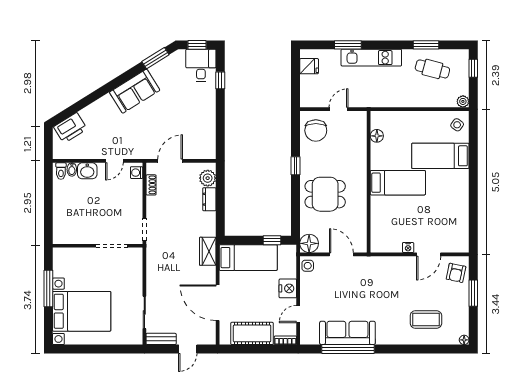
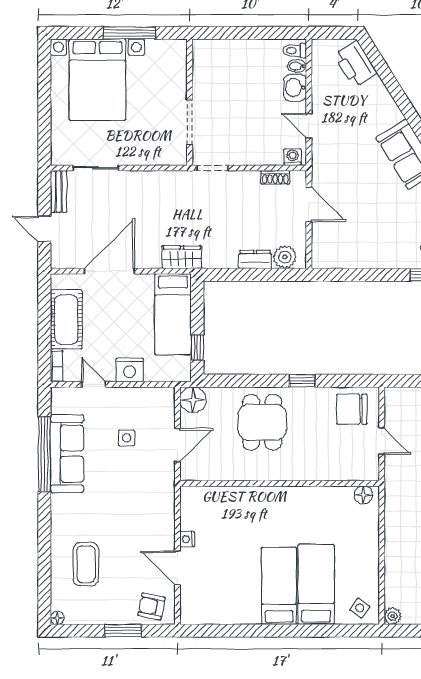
floor lamp: (377, 136) -> (363, 495), moved
bed: (398, 183) -> (279, 586), moved, turned 180
side table: (308, 266) -> (127, 438), moved

